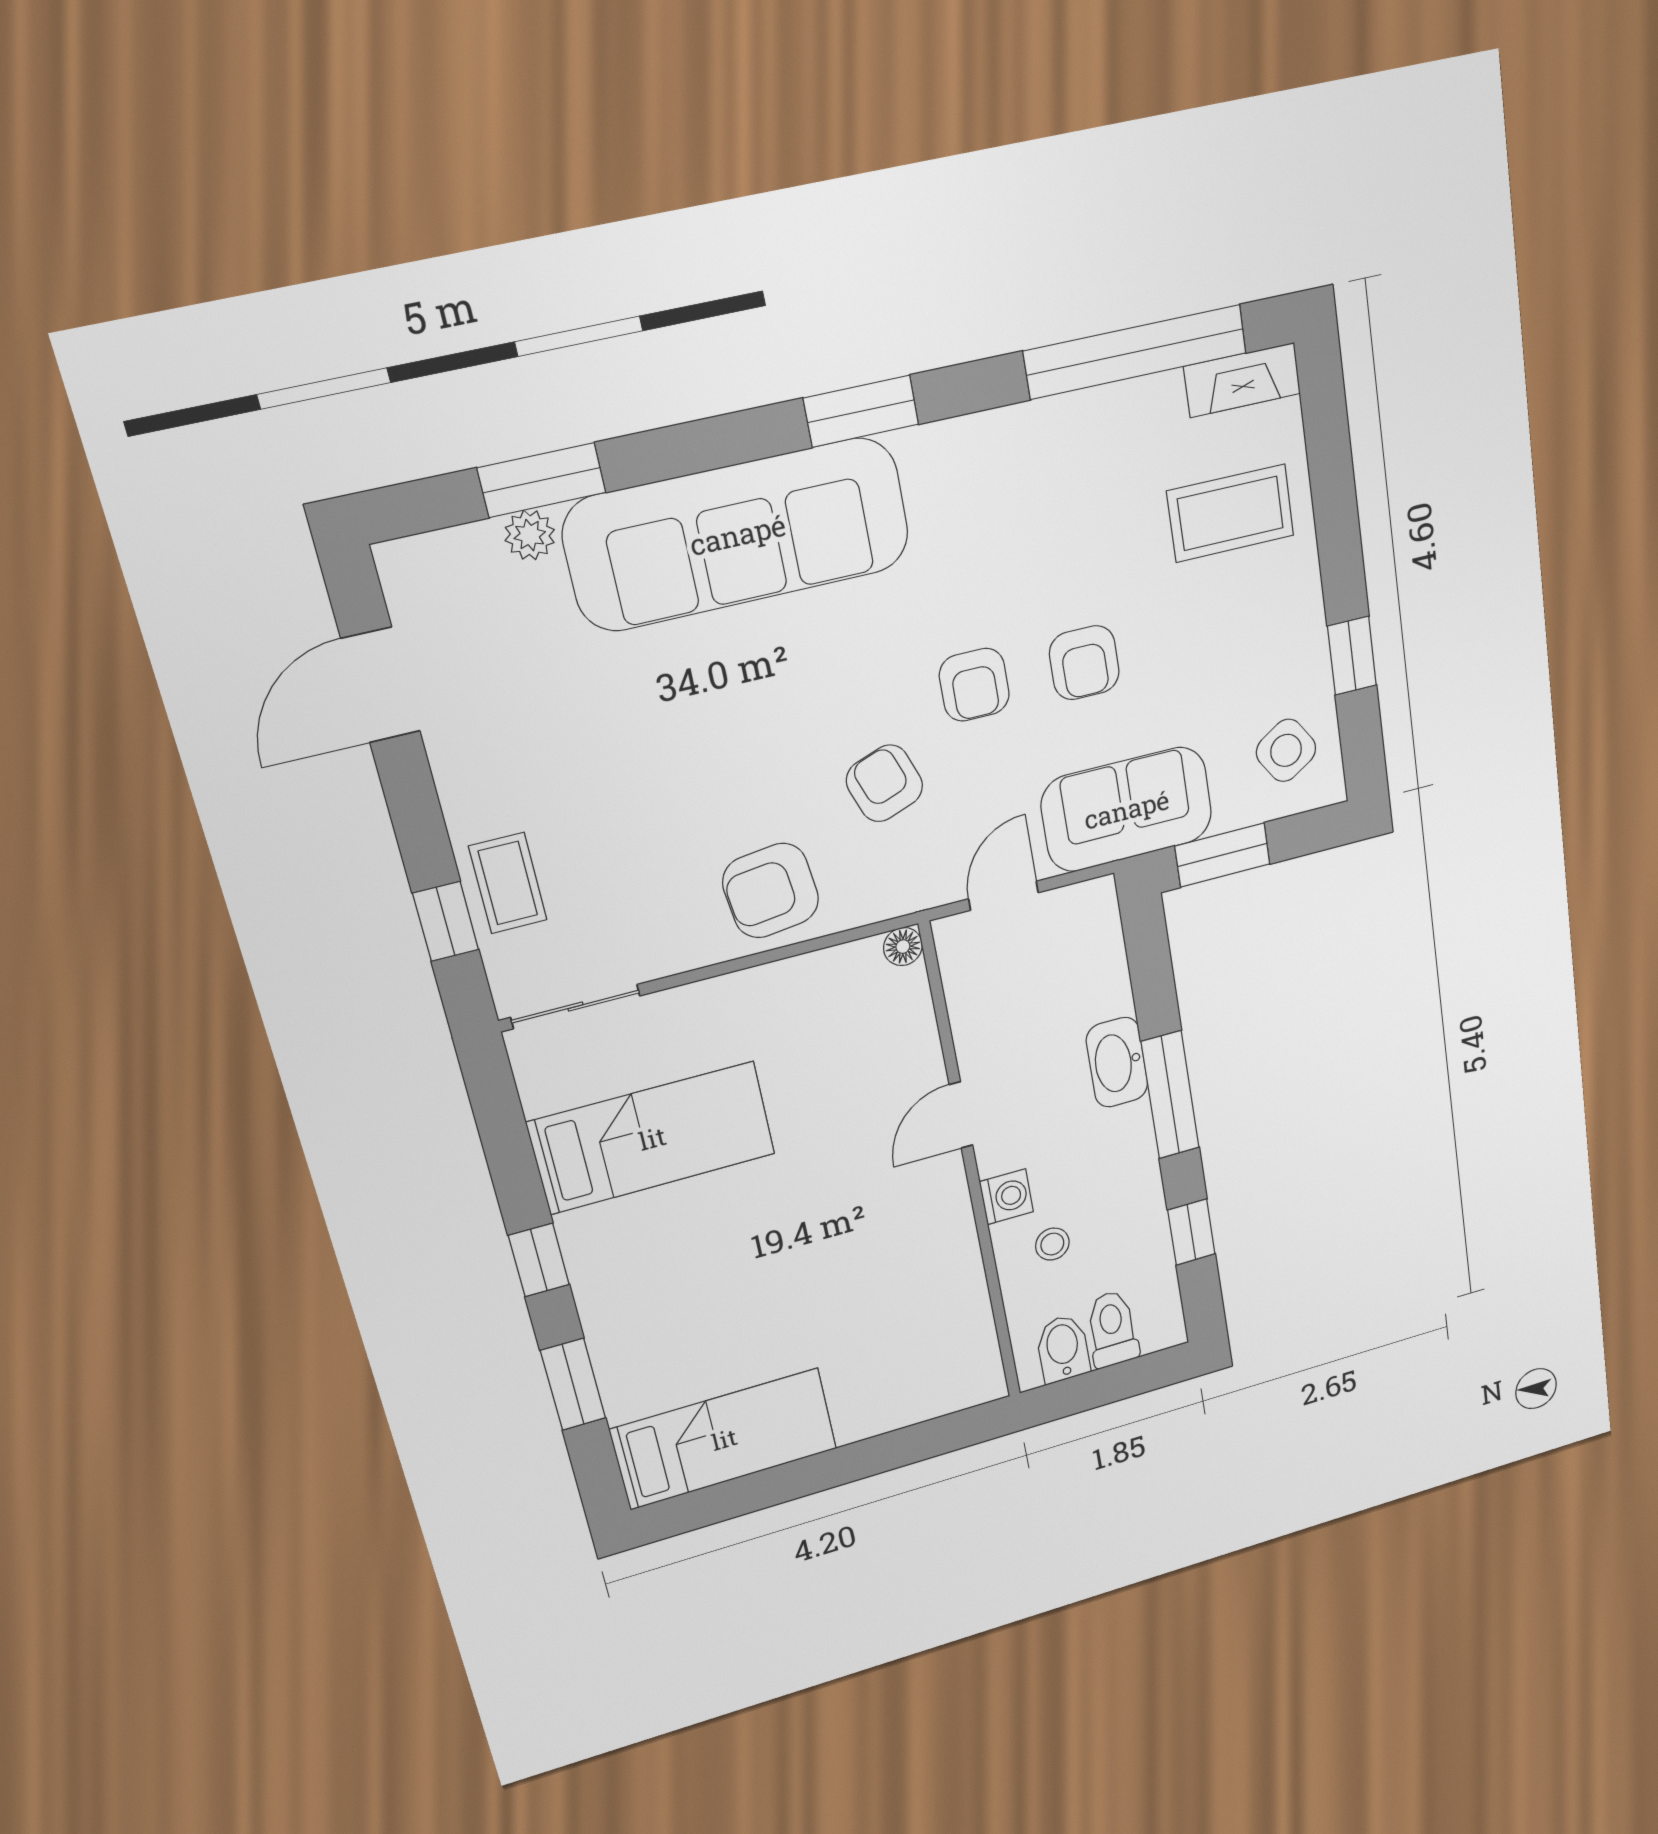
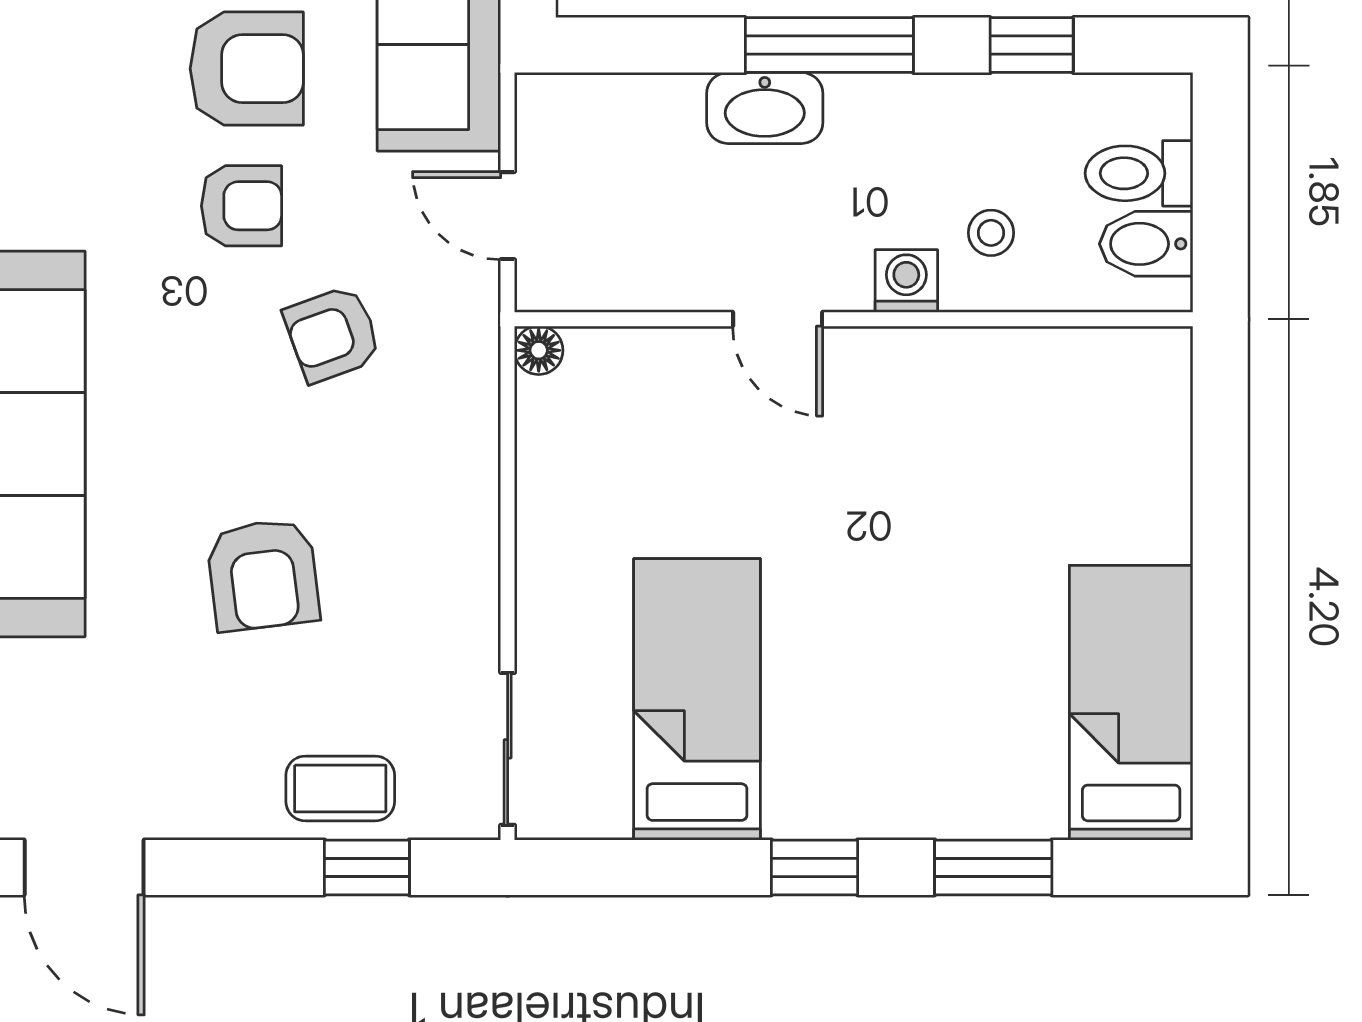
armchair: (1084, 663) -> (247, 69), width x1.38, depth x1.38
armchair: (771, 891) -> (263, 575), moved

